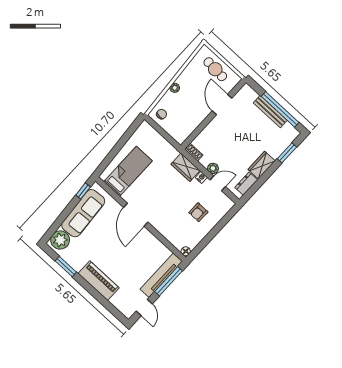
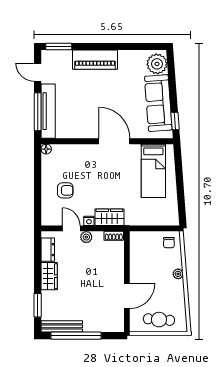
door: (222, 105) -> (127, 296), hinge flipped
bench: (270, 112) -> (62, 326), moved
door: (218, 183) -> (71, 228), swing flipped
armchair: (198, 212) -> (65, 190), turned 90
window: (66, 266) -> (59, 47), moved

